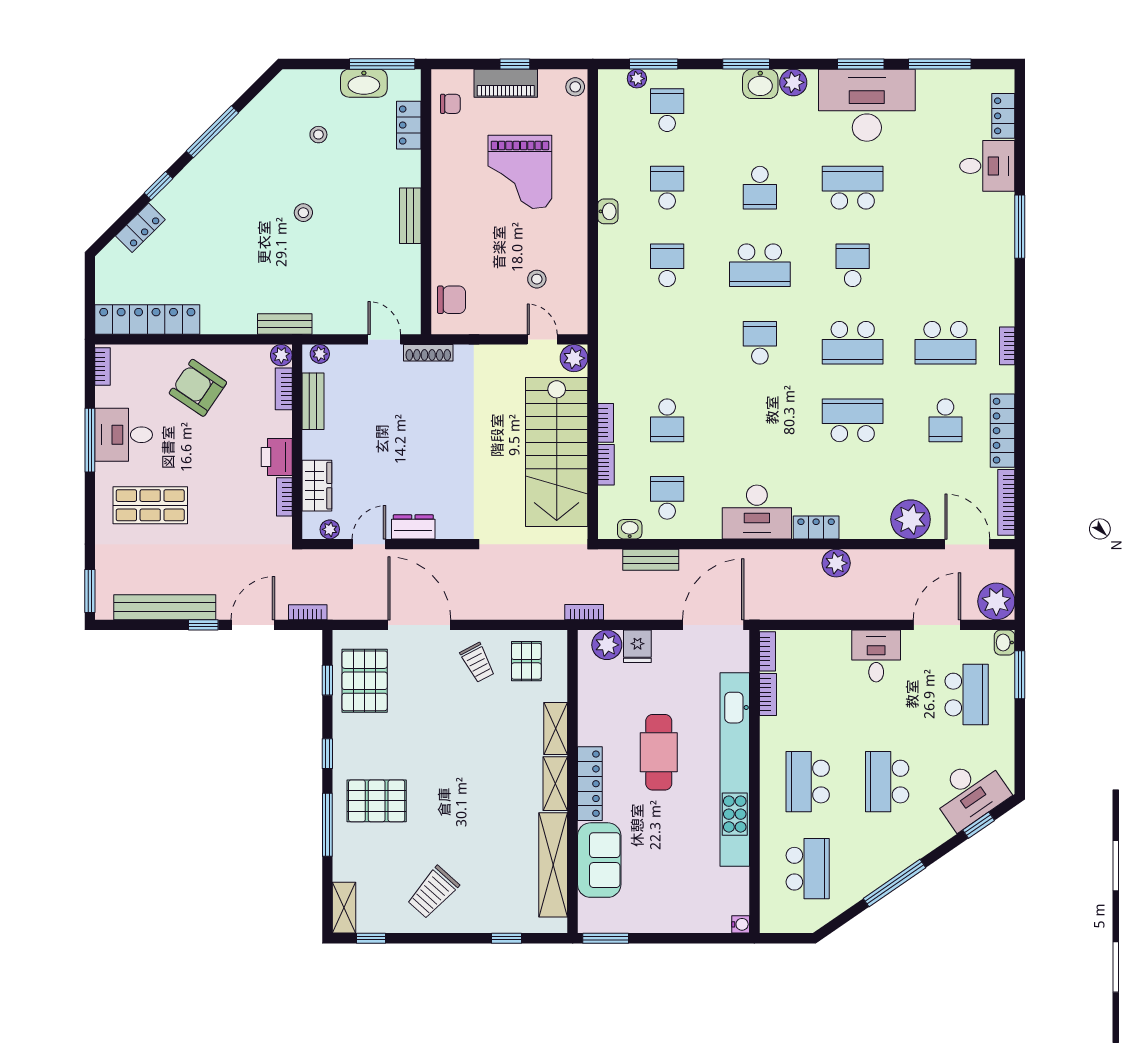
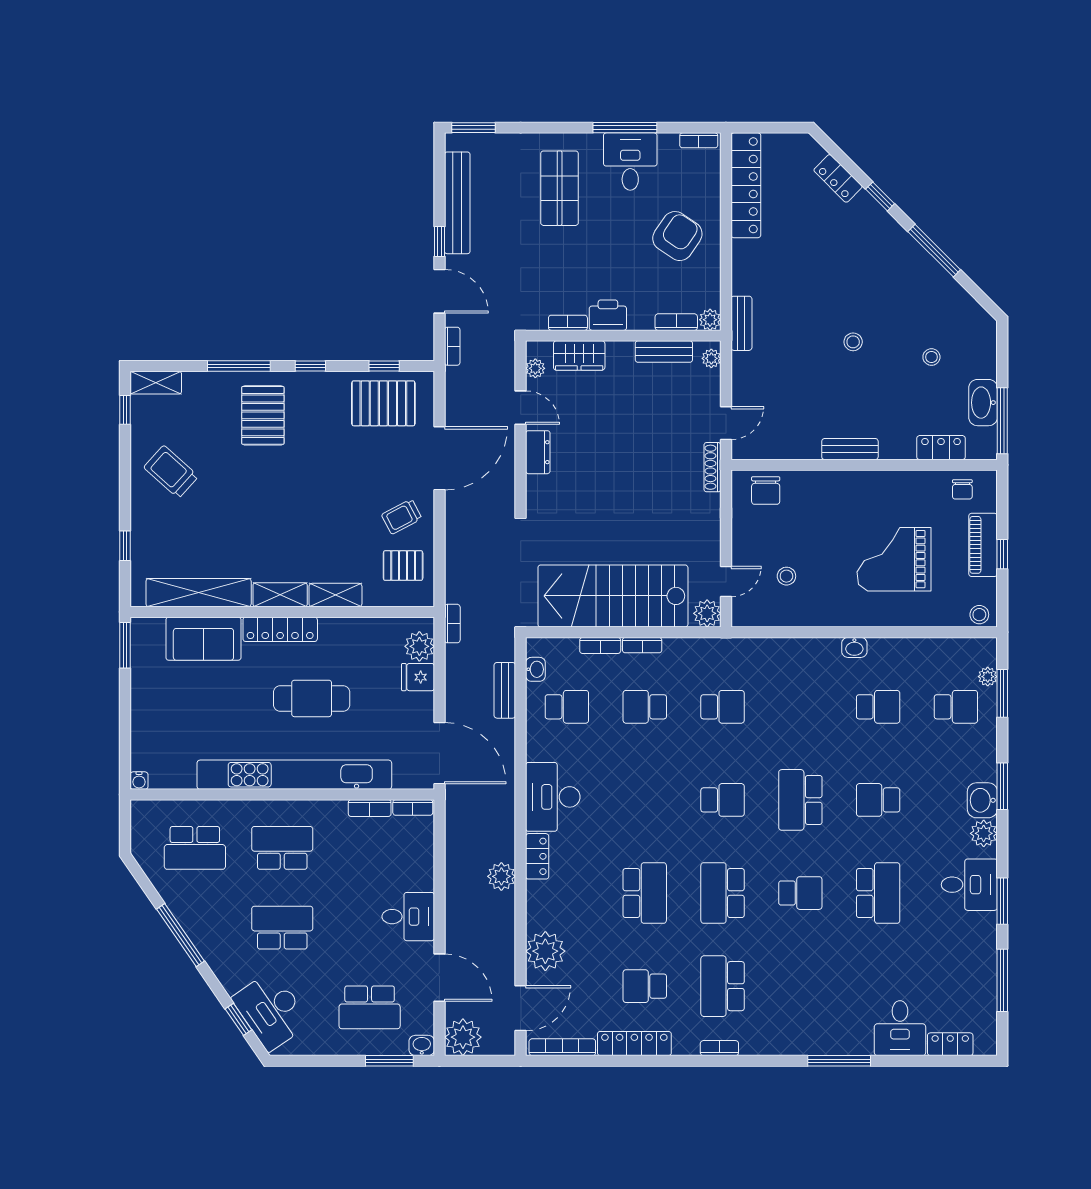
desk: (867, 105) -> (969, 885), width x0.53, depth x0.77
school desk: (667, 265) -> (723, 707), moved

